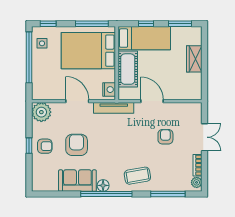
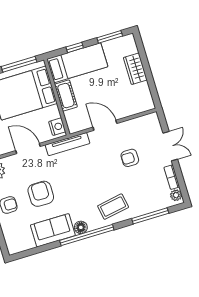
cot: (128, 69) -> (66, 96), width x0.73, depth x0.75
armchair: (165, 137) -> (130, 158), turned -90

